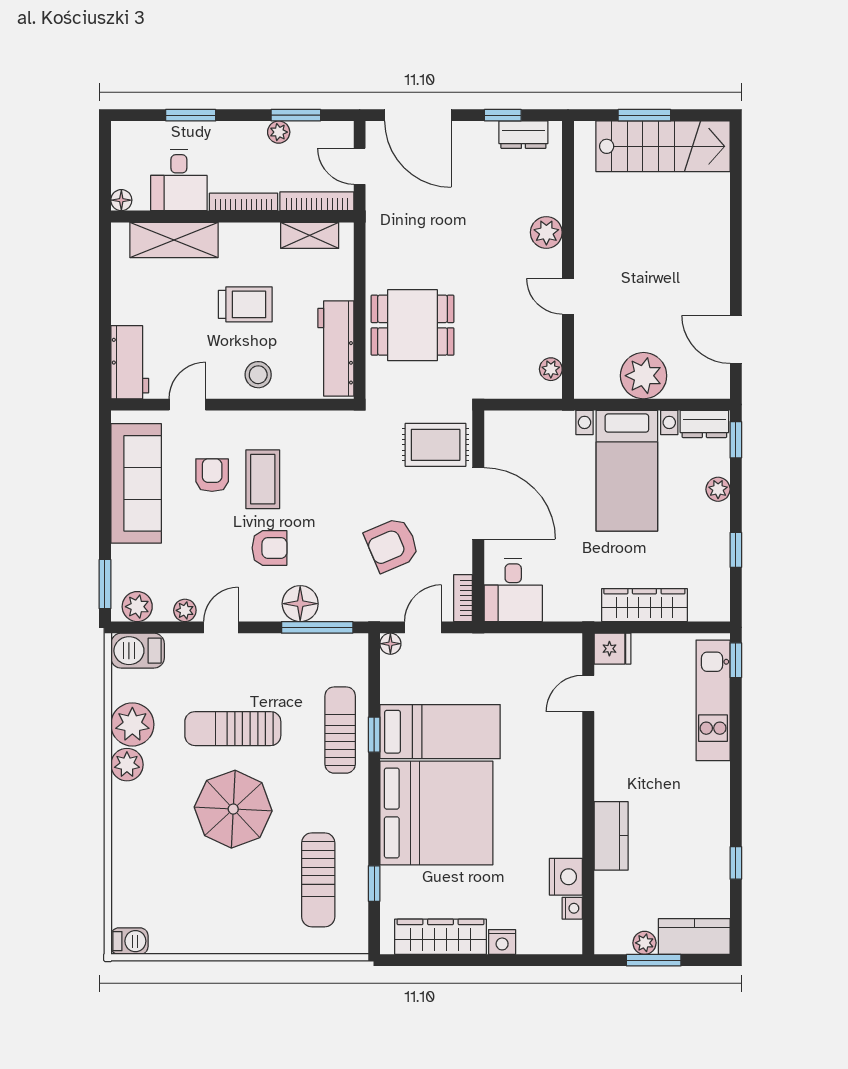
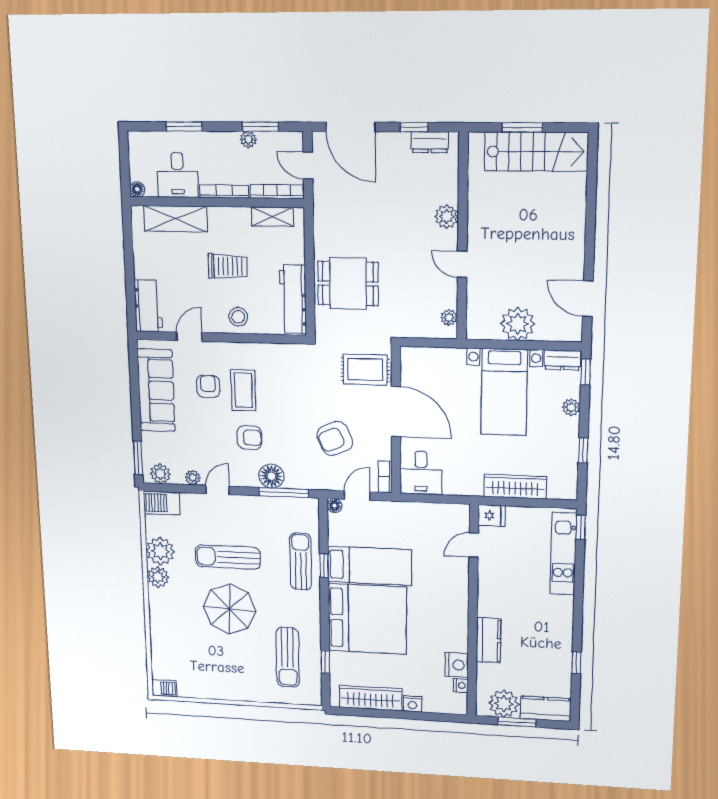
plant: (645, 943) -> (504, 704), width x1.87, depth x1.87

